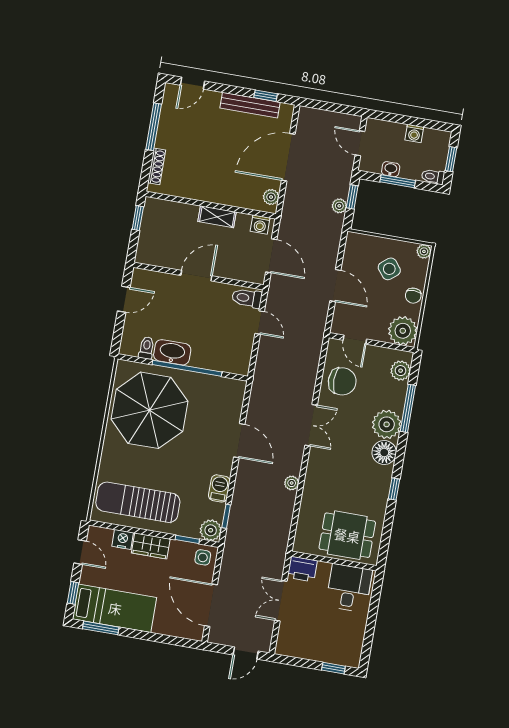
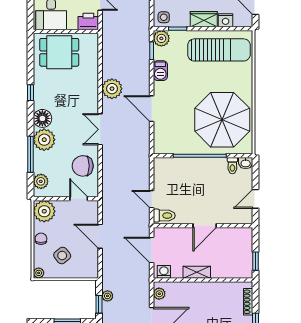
washbasin: (172, 352) -> (246, 163), moved, width x0.52, depth x0.69
plant: (292, 483) -> (112, 89), width x1.87, depth x1.87

